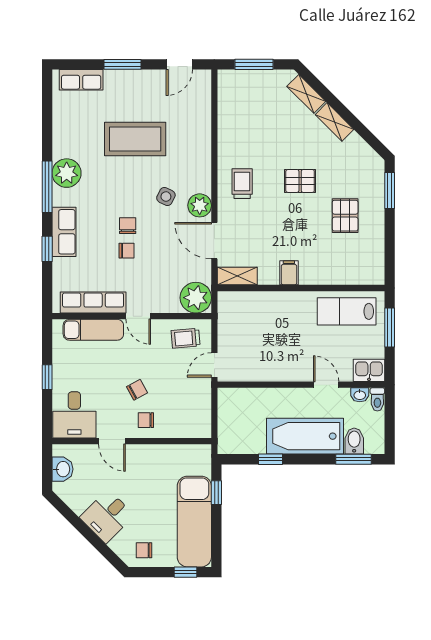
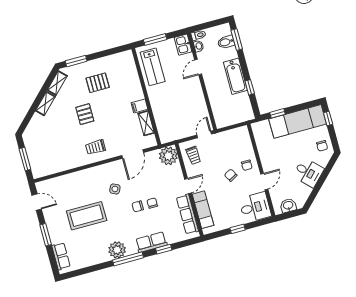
shelving: (306, 94) -> (57, 83), moved
coffee table: (135, 139) -> (87, 216), turned 90
plant: (200, 205) -> (115, 168), removed
shelving: (237, 276) -> (146, 123), moved
door: (214, 365) -> (204, 135), swing flipped
bathtub: (305, 436) -> (235, 76), width x0.73, depth x0.73

